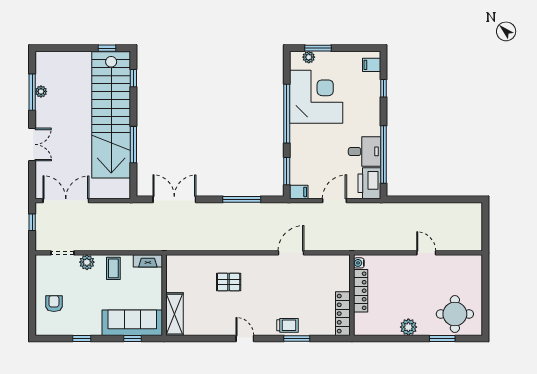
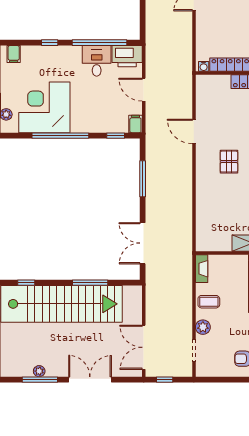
window: (384, 88) -> (50, 43), moved
double door: (32, 144) -> (90, 380), width x1.37
window: (287, 171) -> (116, 136), width x0.67
pallet: (229, 282) -> (229, 162), moved

